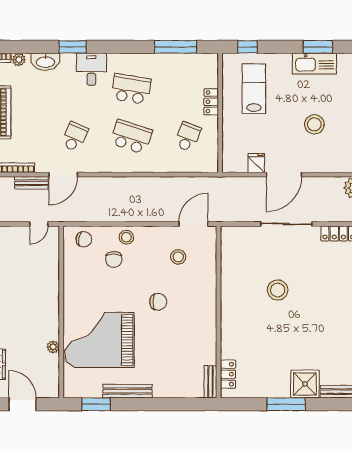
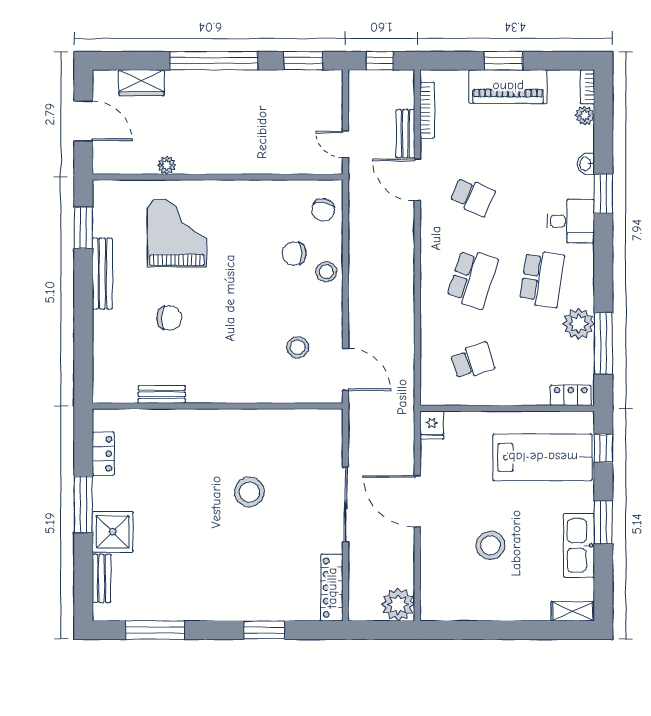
window: (318, 47) -> (603, 522), moved
washbasin: (45, 62) -> (586, 164), width x0.52, depth x0.69
plant: (162, 64) -> (579, 324), added
lab bench: (254, 89) -> (542, 457), width x1.36, depth x1.39
locker: (211, 102) -> (571, 395), moved
school desk: (188, 137) -> (472, 361), turned -39
fridge: (256, 163) -> (432, 425), moved, turned 90
chair: (158, 302) -> (169, 318), moved, turned -90
grand piano: (100, 340) -> (177, 233), width x0.73, depth x0.68
locker: (228, 374) -> (103, 454), moved, turned -90
bench: (211, 382) -> (162, 394), moved
door: (23, 404) -> (83, 121), hinge flipped

